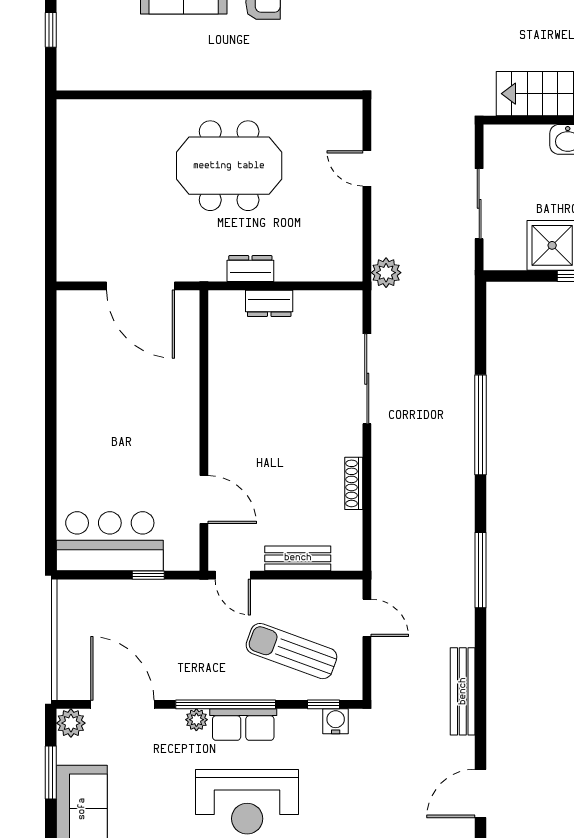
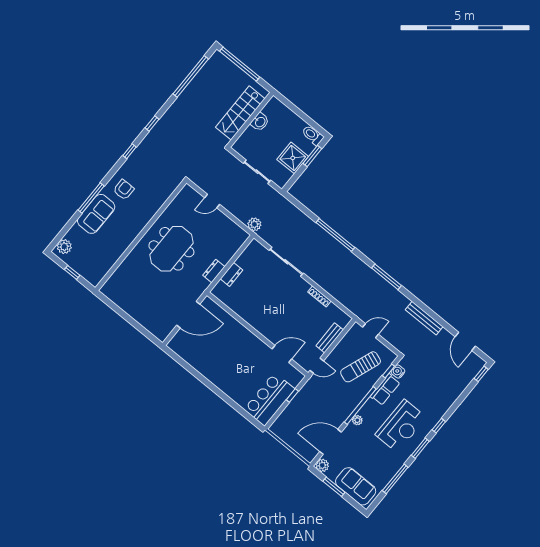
row of seats: (243, 725) -> (385, 389), moved

